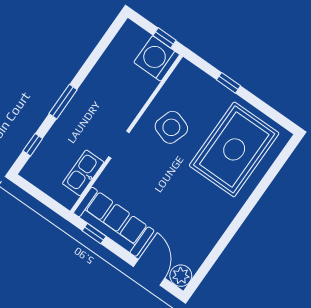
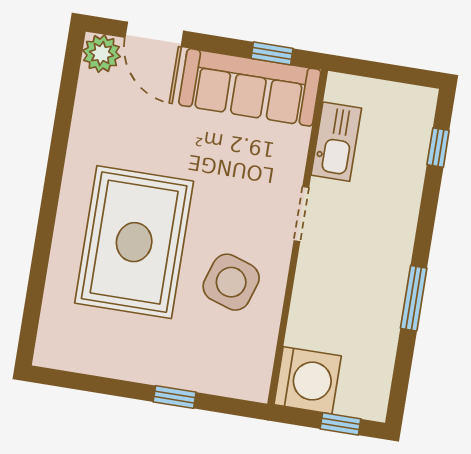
window: (164, 38) -> (340, 424), moved
window: (63, 102) -> (414, 298), moved
rug: (234, 149) -> (134, 242), moved

